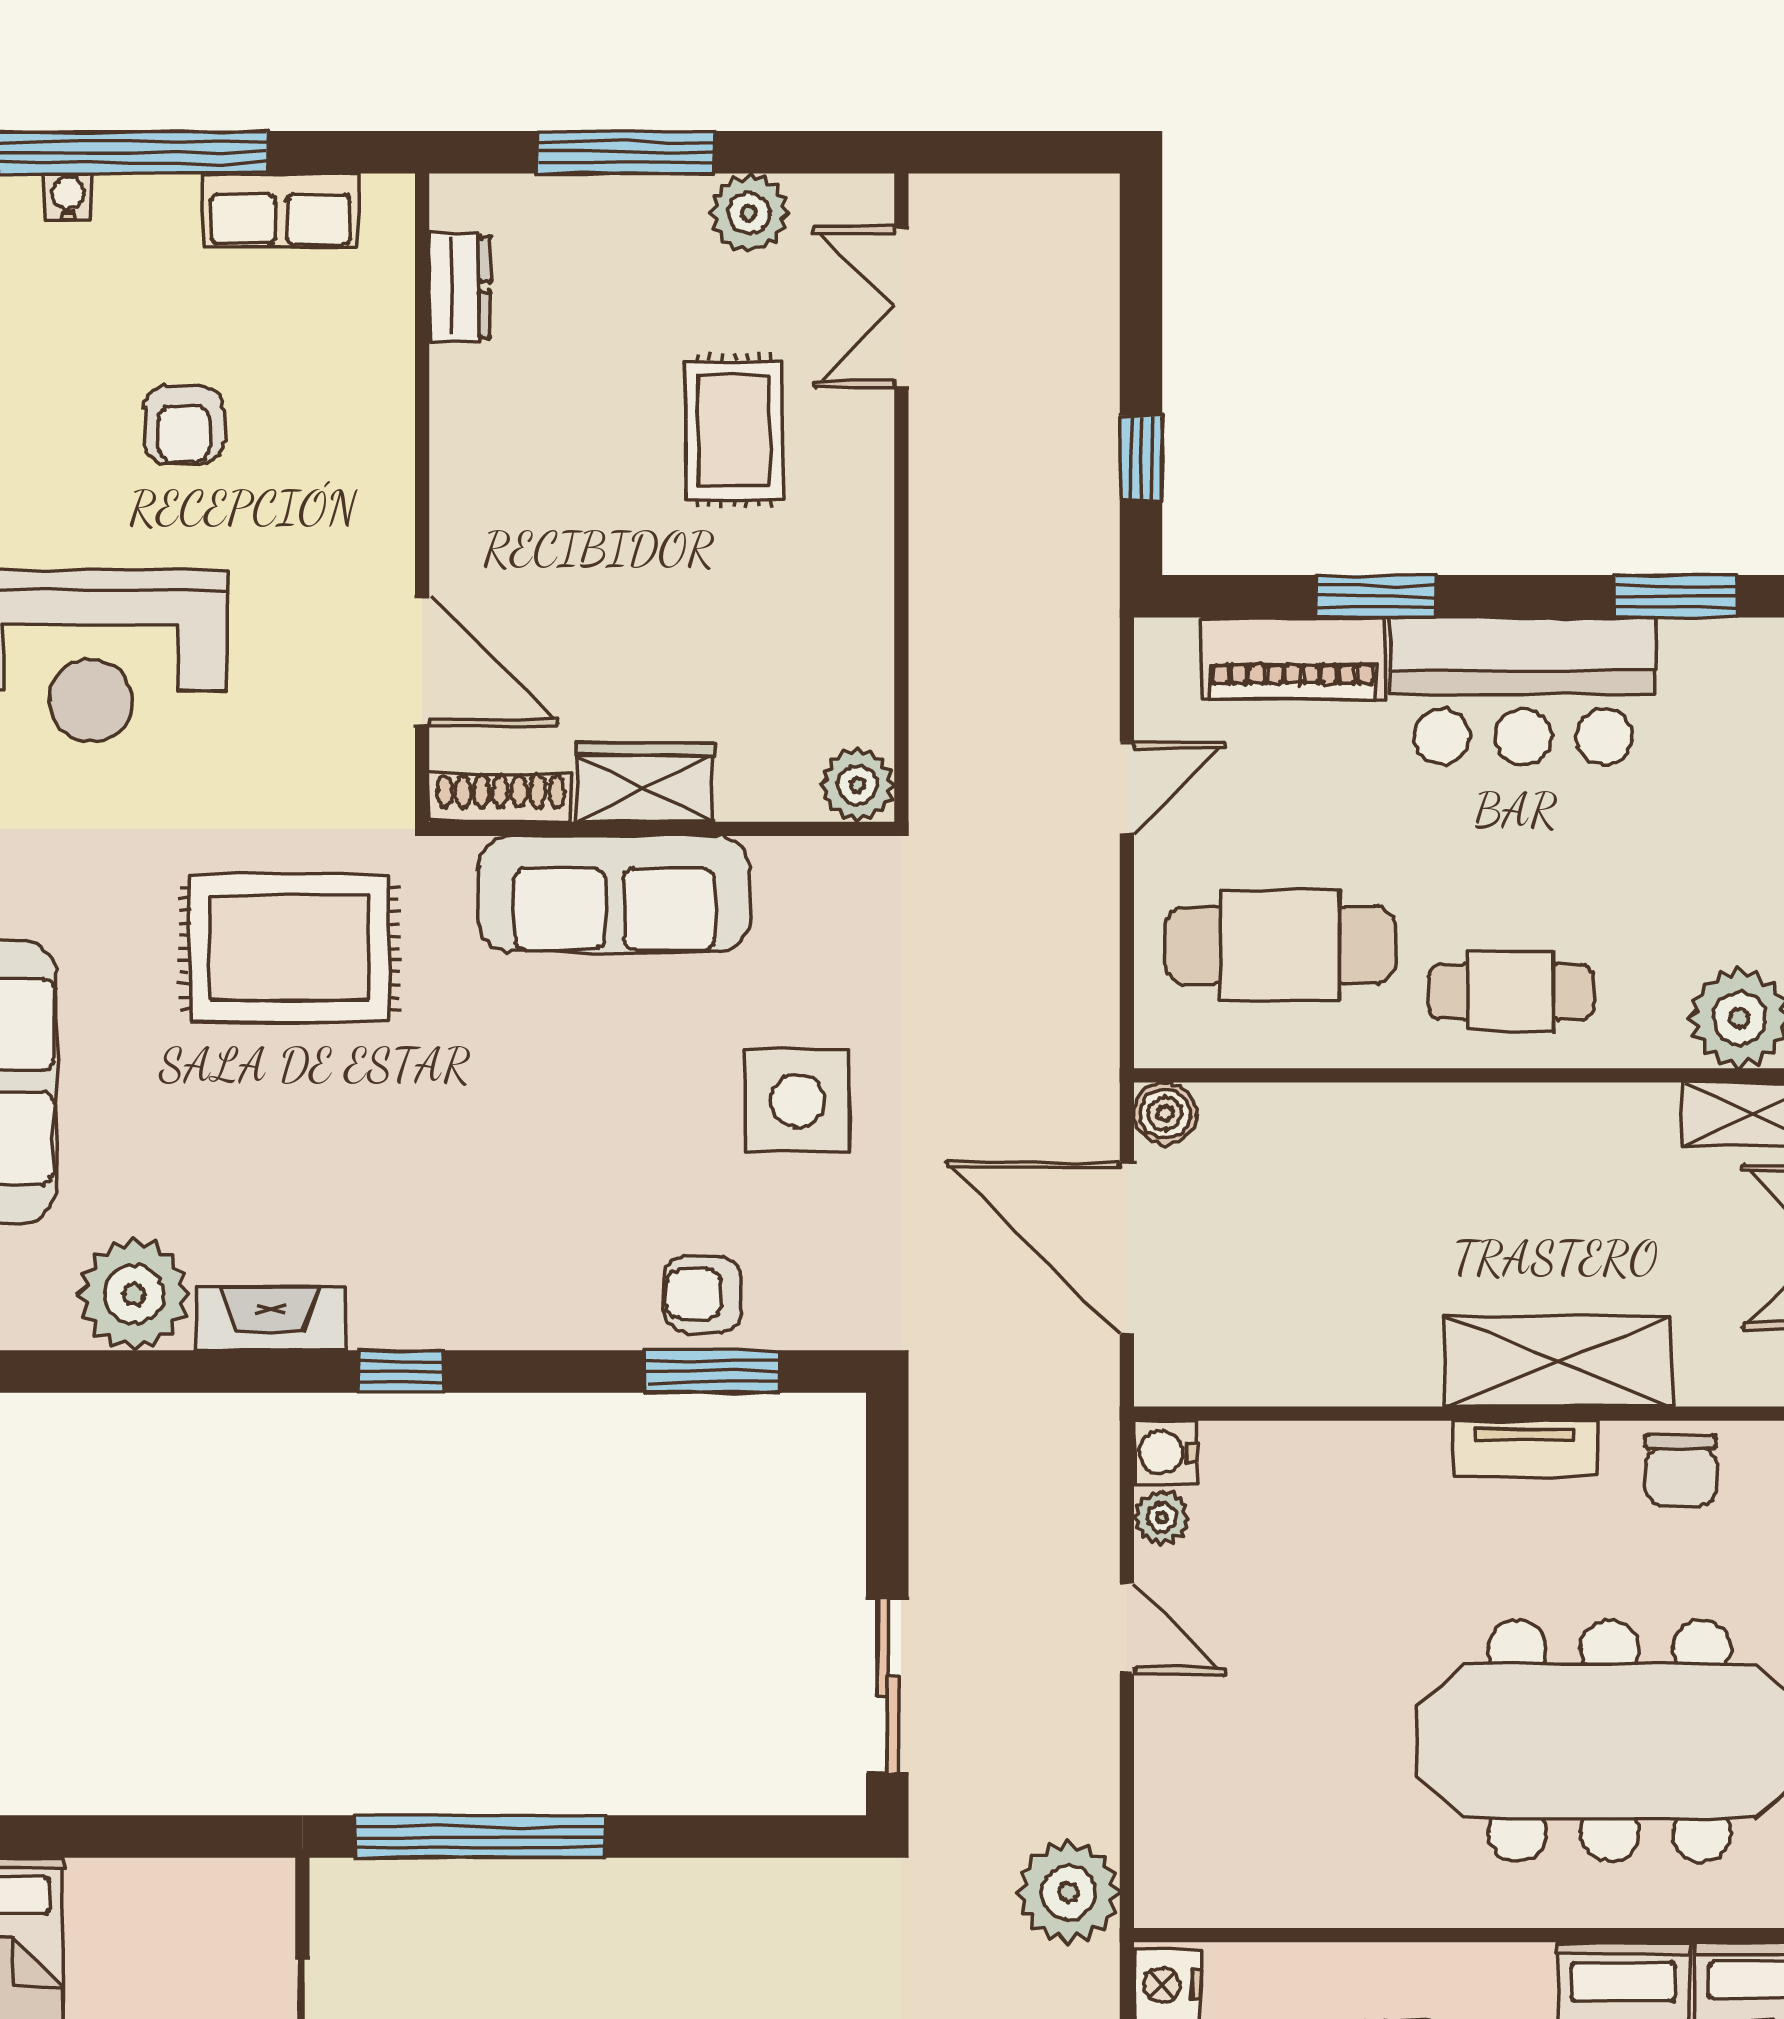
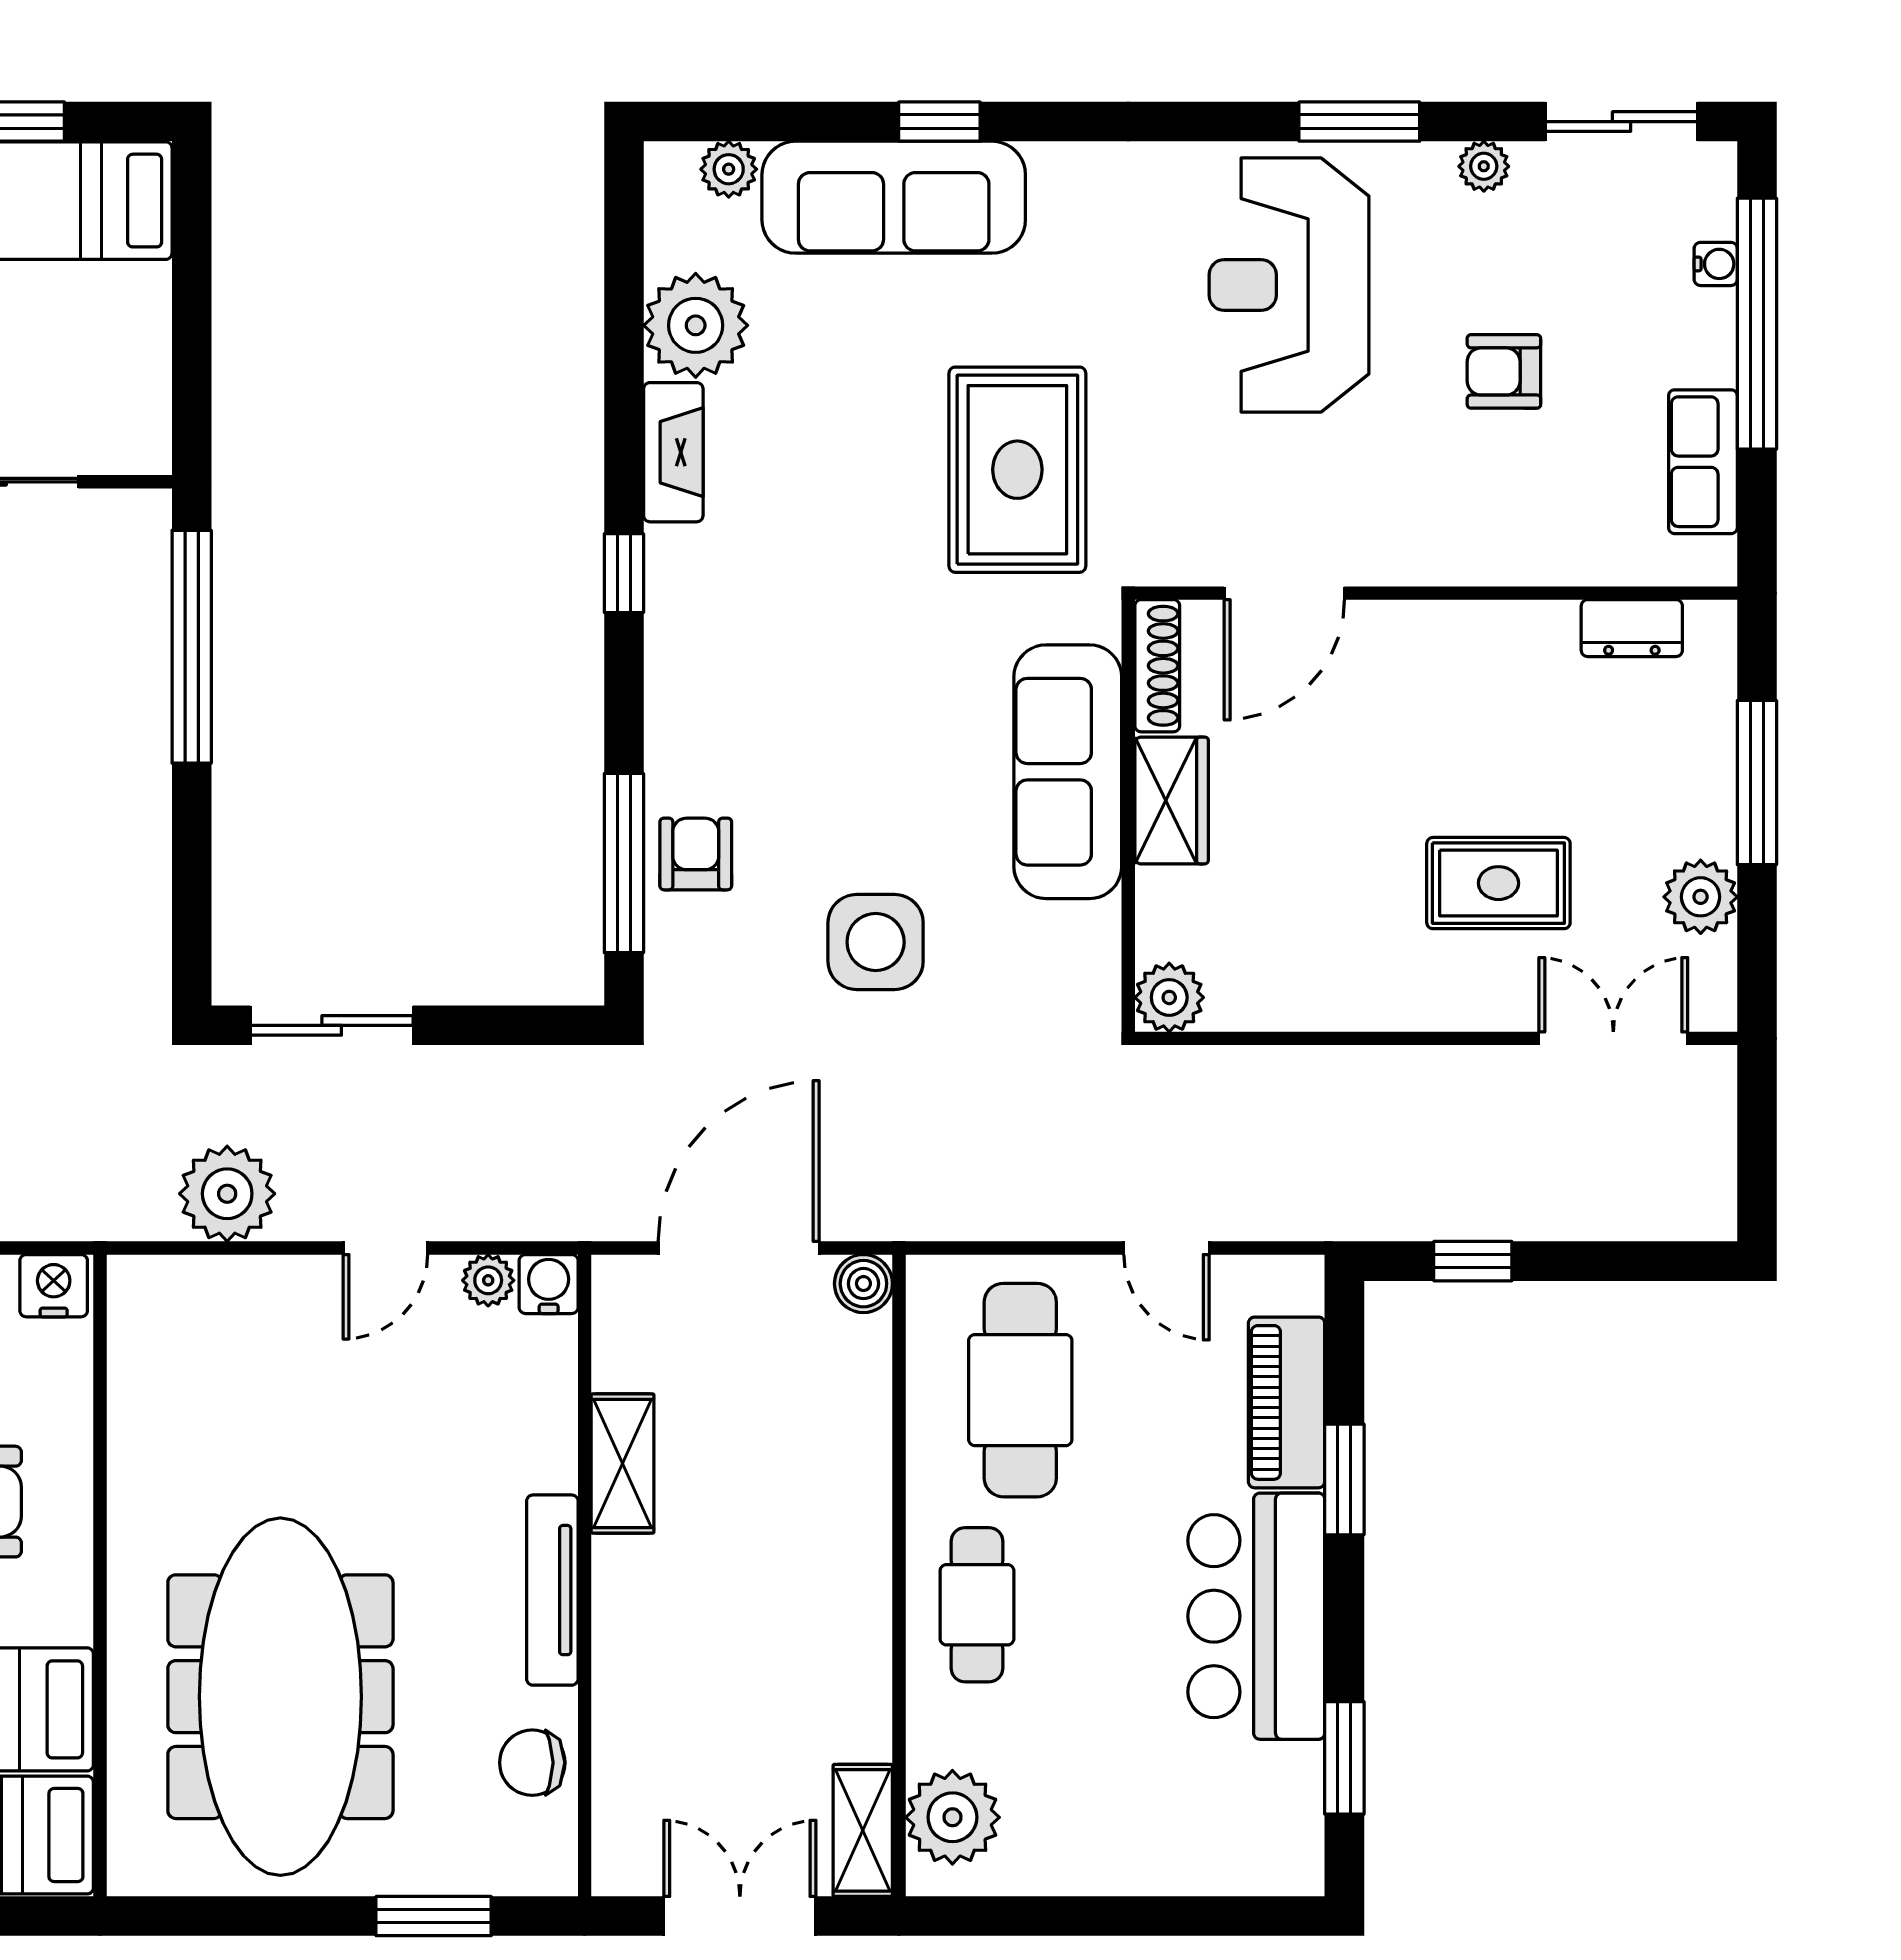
shelving: (1558, 1362) -> (623, 1463), moved, width x0.67, depth x0.75
window: (713, 1371) -> (624, 863), width x1.44
tv unit: (1525, 1448) -> (552, 1590), width x1.41
plant: (1069, 1892) -> (227, 1194), moved

